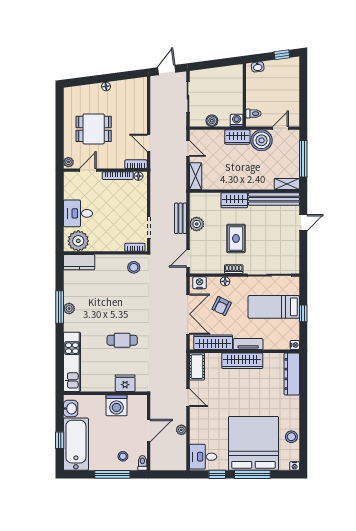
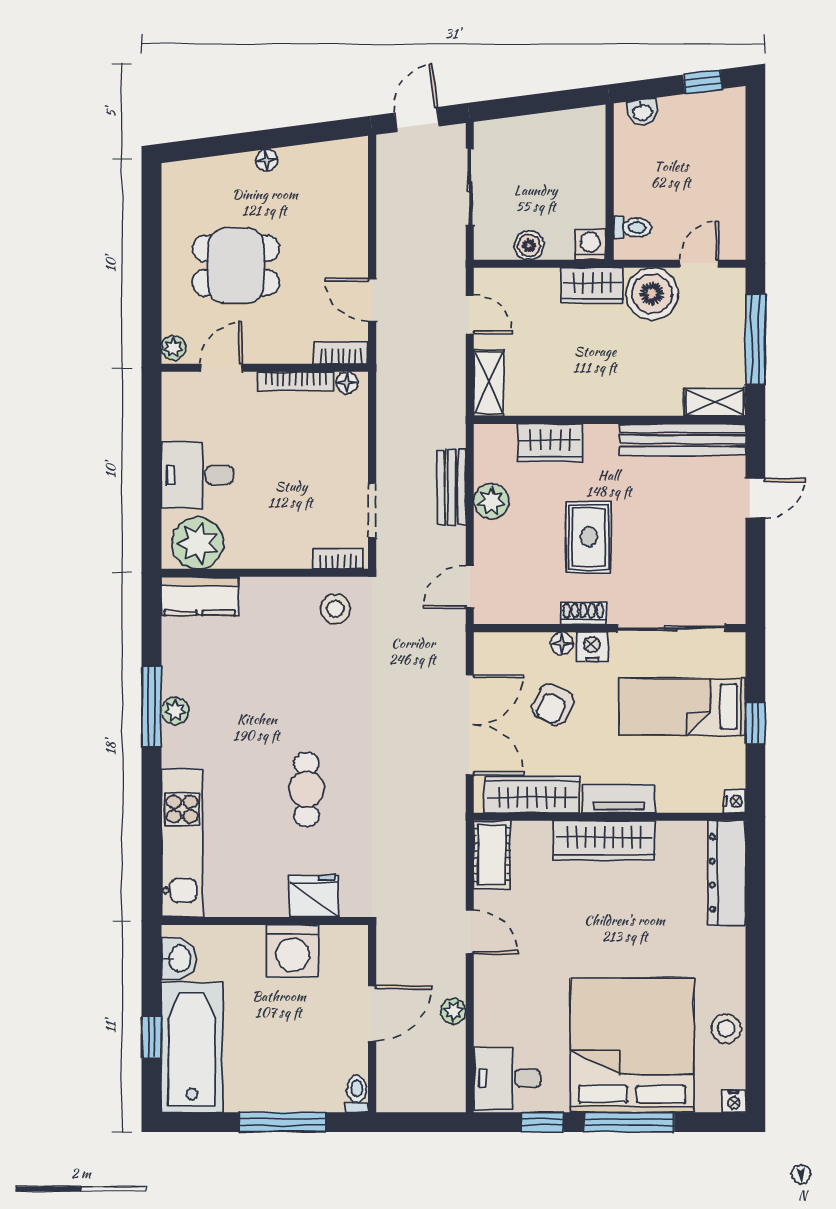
wardrobe: (234, 200) -> (550, 443), moved
nightstand: (200, 283) -> (592, 647), moved
cafe table: (122, 340) -> (307, 789), turned 90
stool: (123, 456) -> (308, 1077), removed

